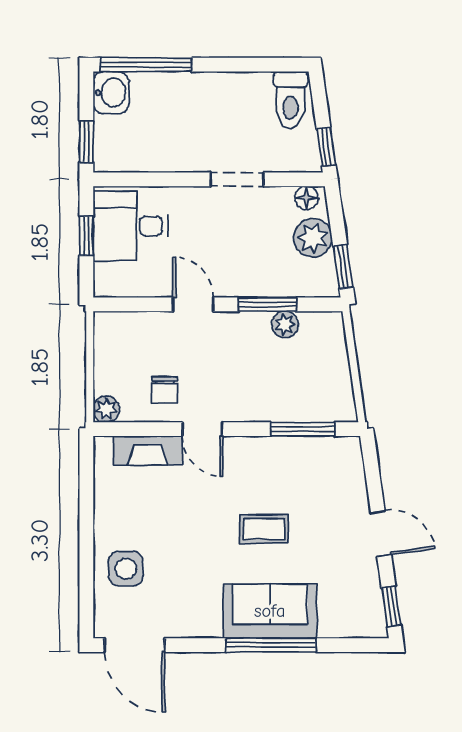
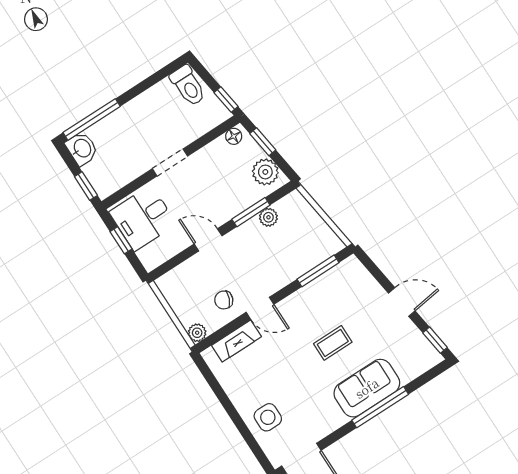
doorway: (237, 179) -> (170, 162), moved
plant: (313, 238) -> (265, 172), moved
window: (343, 267) -> (263, 142), moved
chair: (165, 390) -> (224, 300), turned 112

